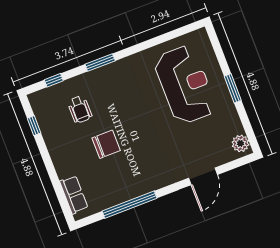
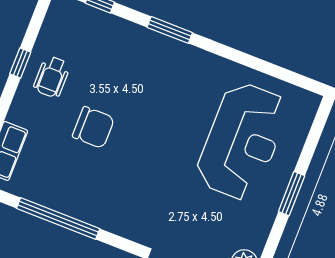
wheelchair: (80, 109) -> (52, 77), moved
window: (34, 126) -> (20, 63), moved

